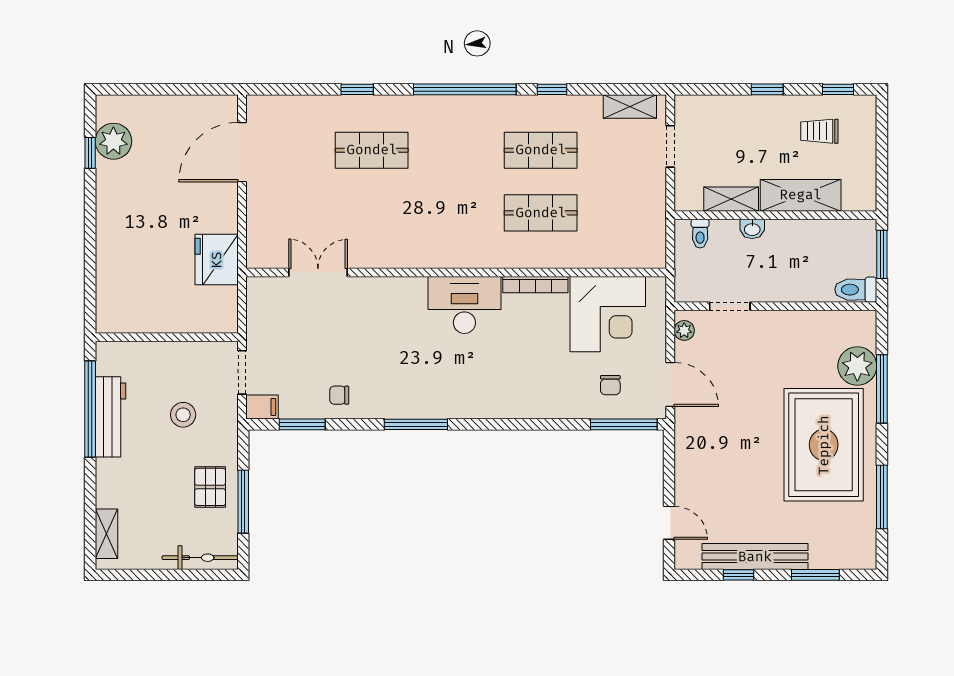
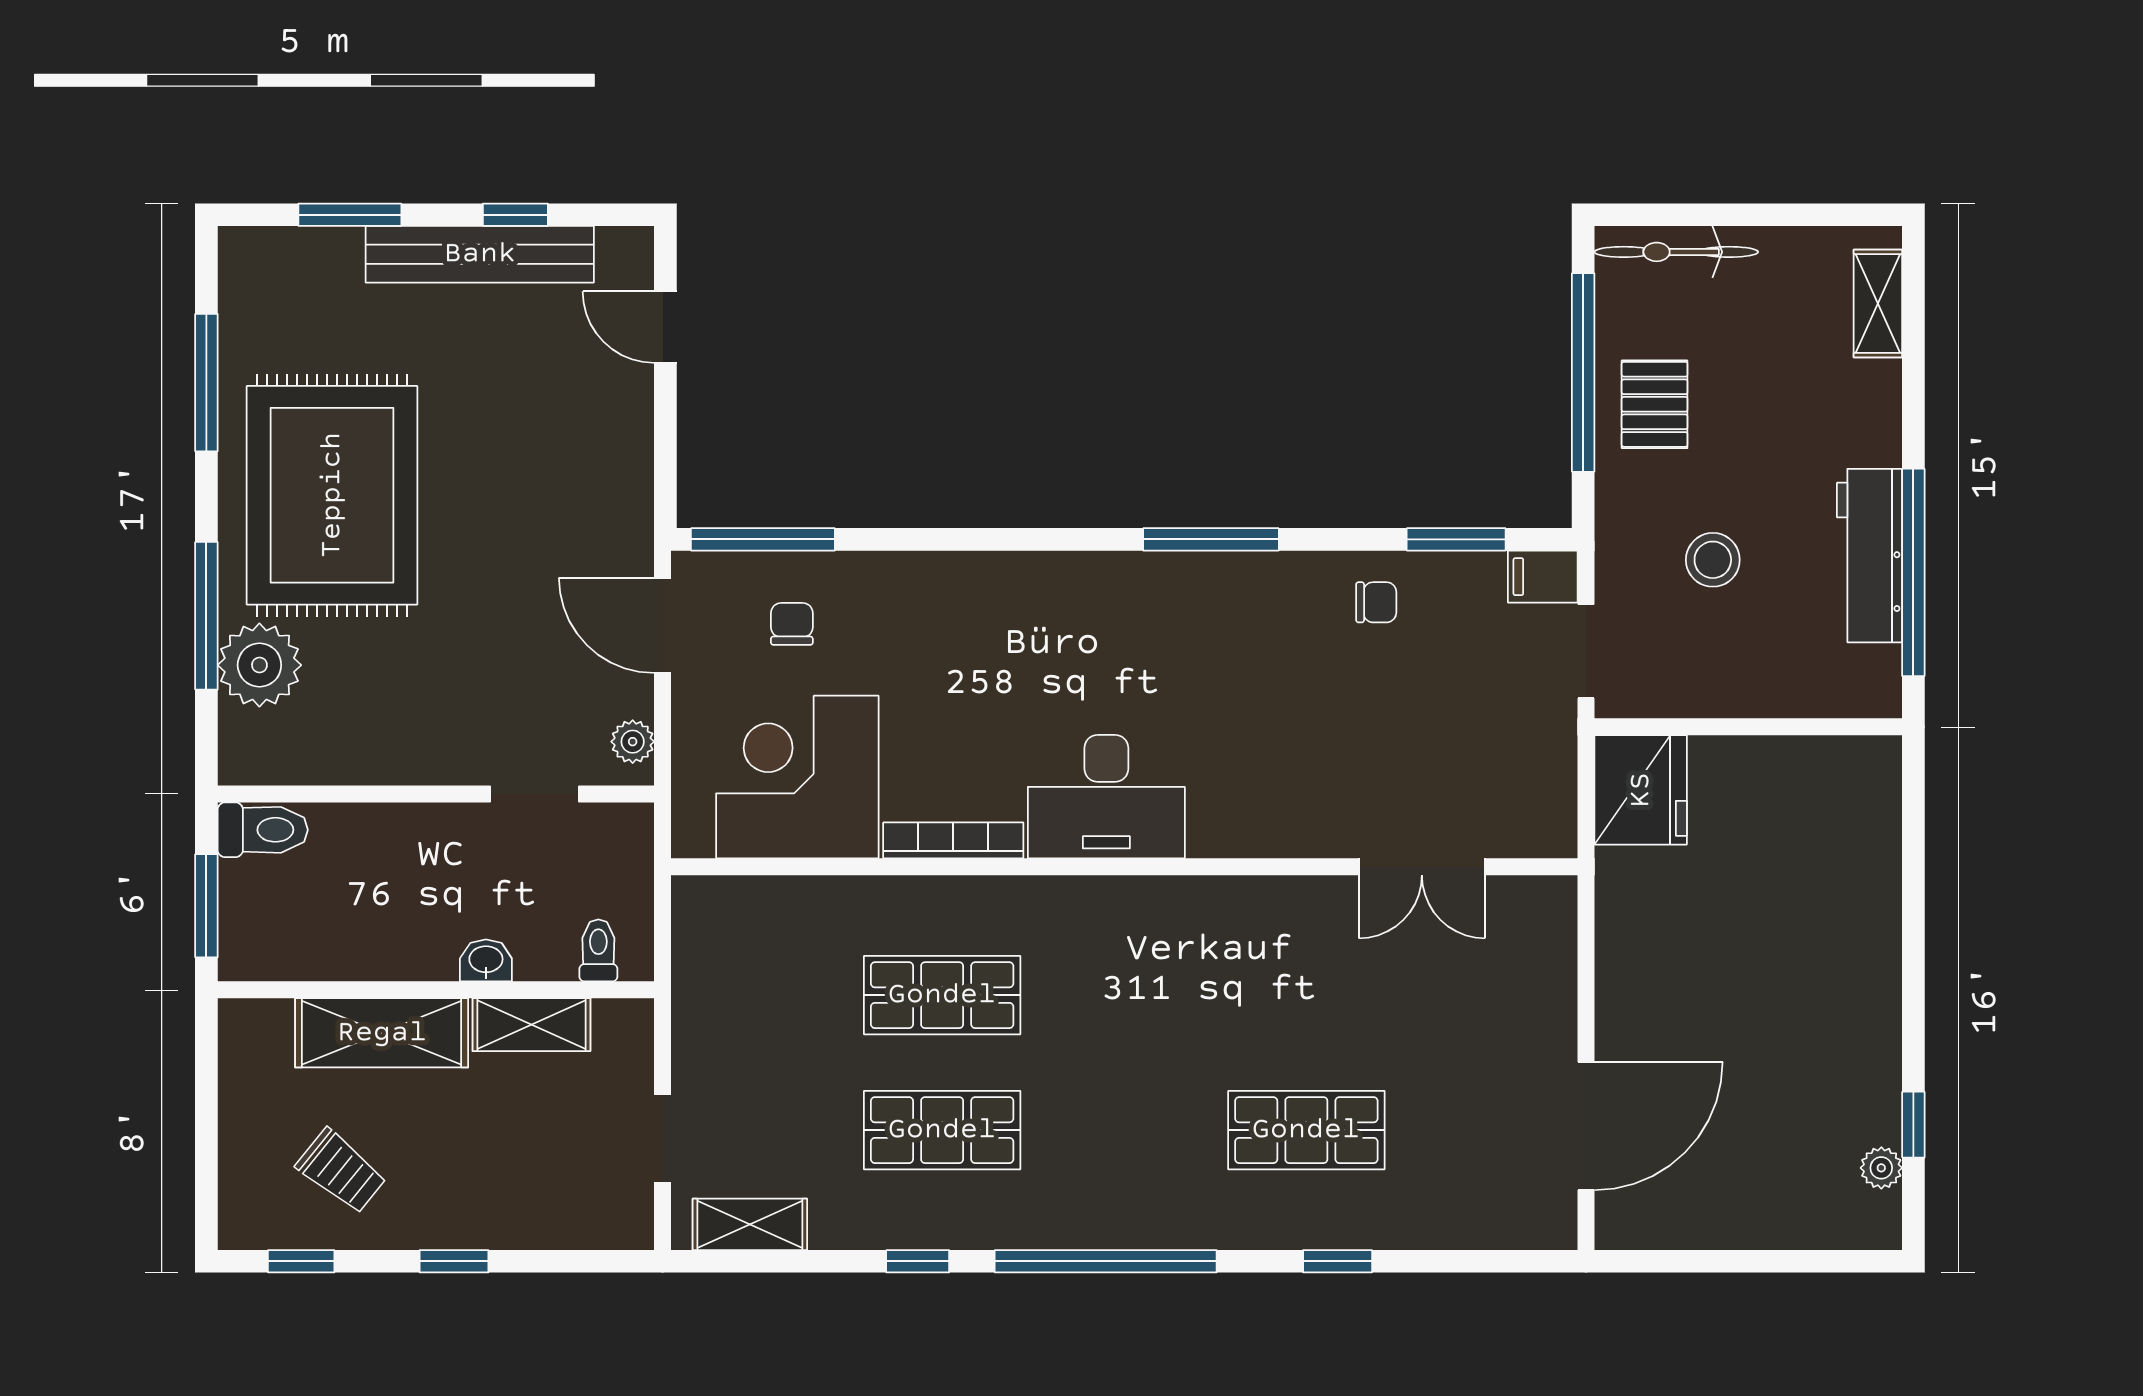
trolley: (819, 131) -> (341, 1171), turned 39
plant: (113, 141) -> (1881, 1168), width x0.53, depth x0.53
fridge: (217, 260) -> (1641, 790), moved
window: (243, 502) -> (1583, 372), width x1.46

